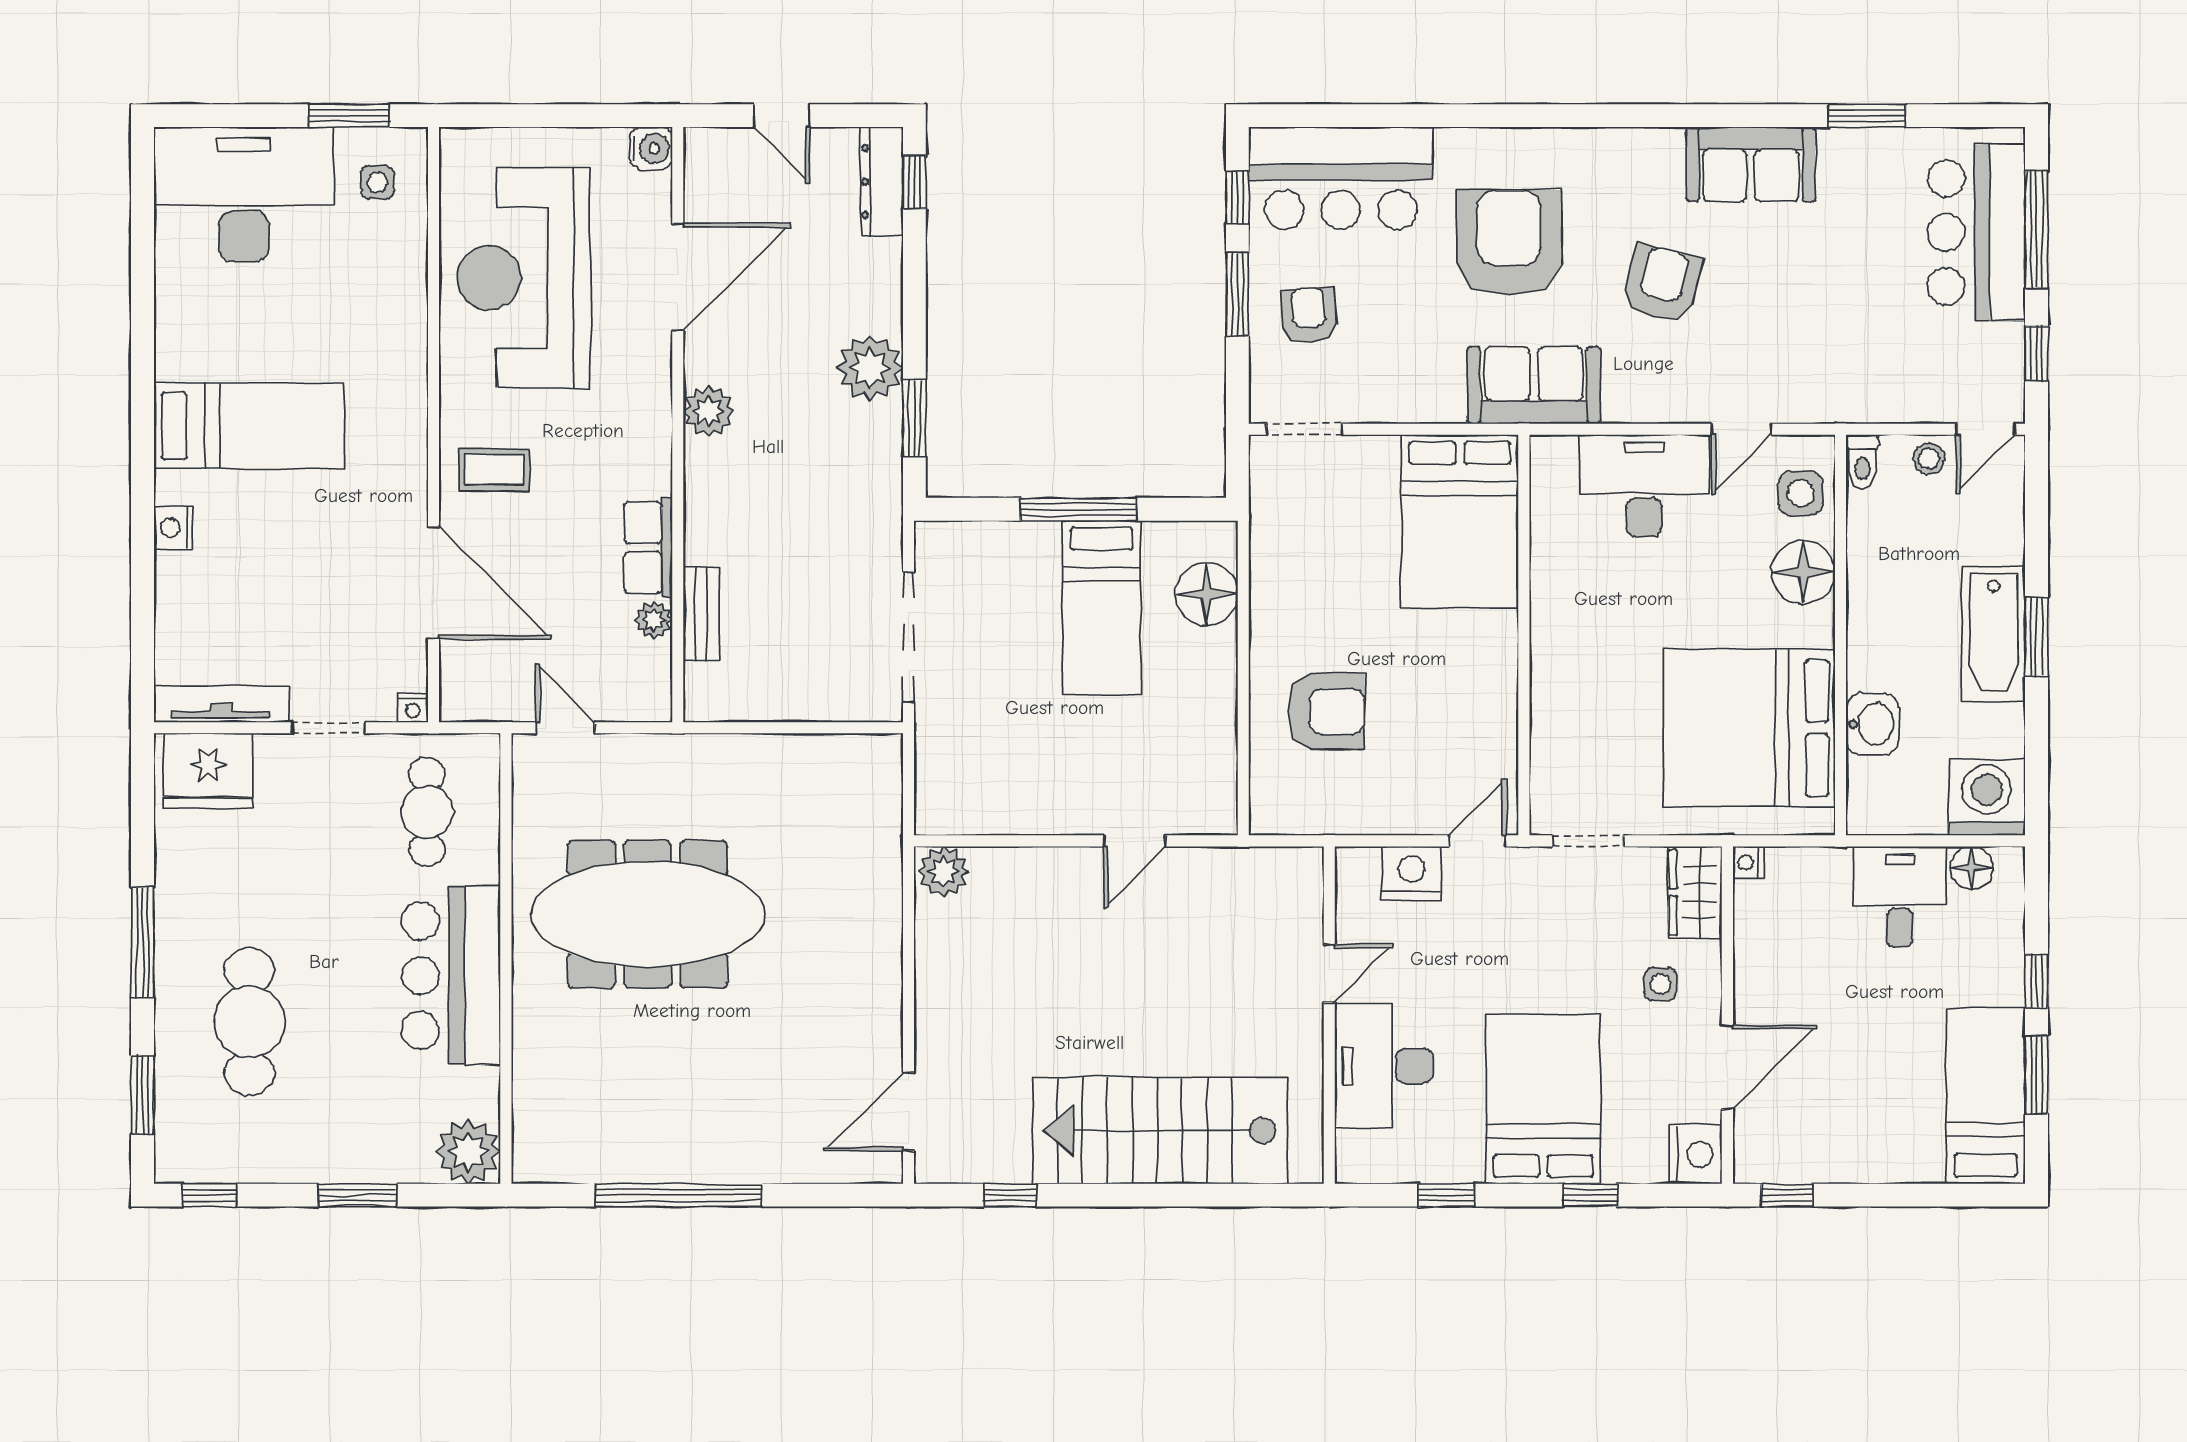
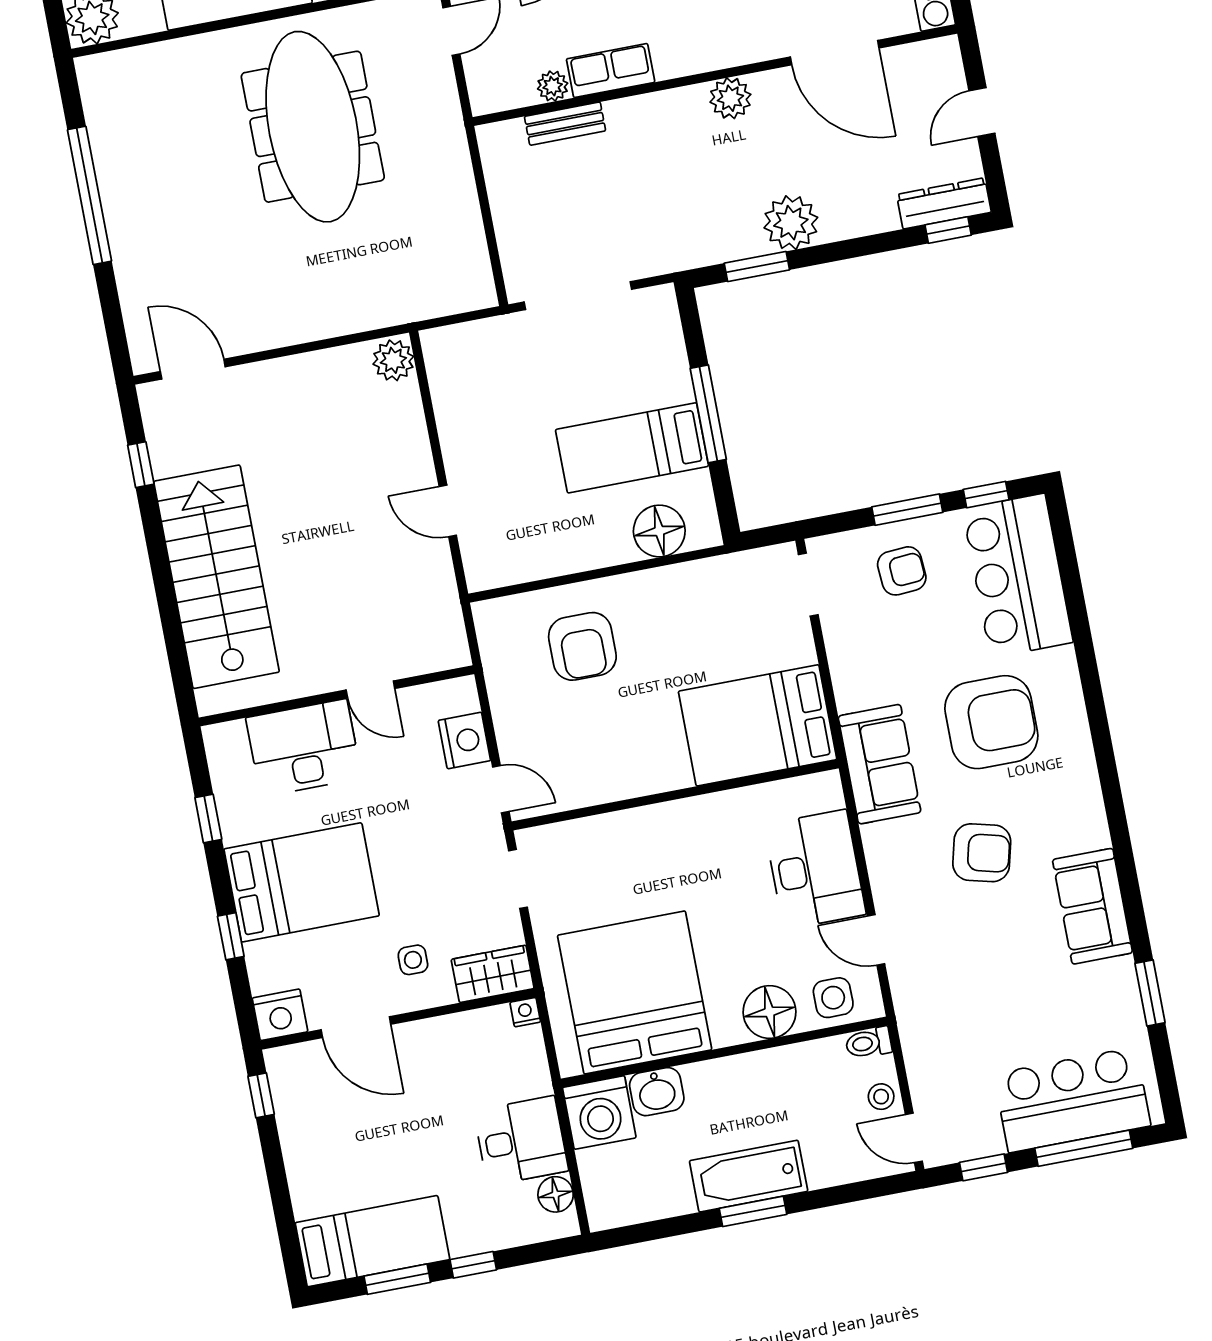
washing machine: (1987, 797) -> (599, 1113), moved, turned 90

